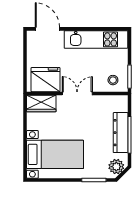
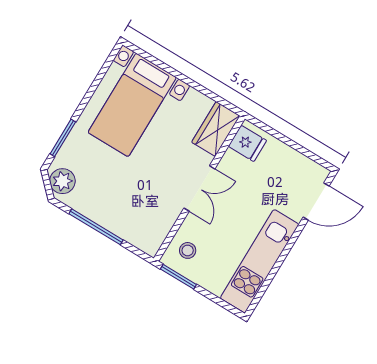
fridge: (46, 80) -> (247, 143), width x0.53, depth x0.75
dresser: (121, 133) -> (107, 216), removed

